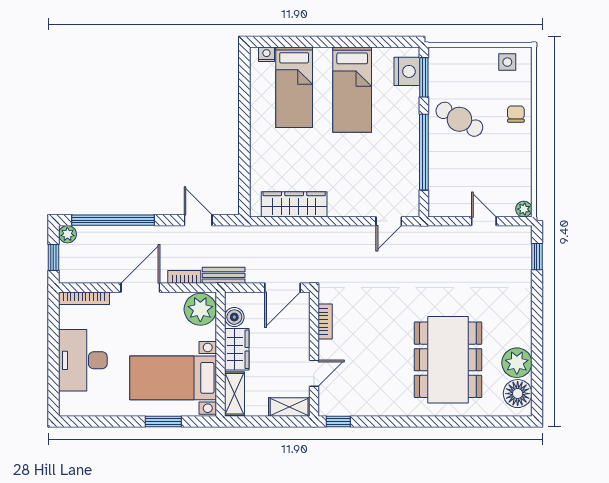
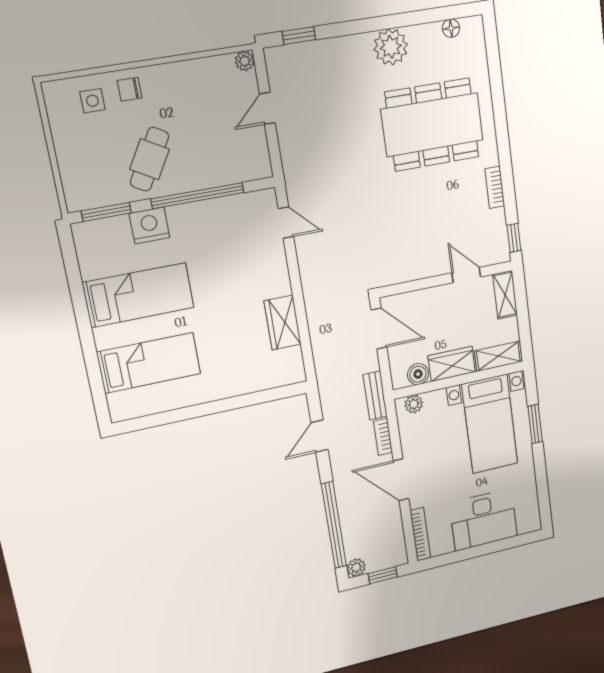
nightstand: (266, 54) -> (116, 403), removed
side table: (507, 62) -> (92, 101), moved
nightstand: (407, 71) -> (149, 225), moved
wardrobe: (294, 204) -> (283, 323), width x0.67
plant: (200, 309) -> (414, 404), width x0.53, depth x0.53
bookcase: (325, 322) -> (495, 187), moved, turned -90
plant: (517, 363) -> (391, 47), moved
floor lamp: (518, 394) -> (451, 28), width x0.53, depth x0.53

